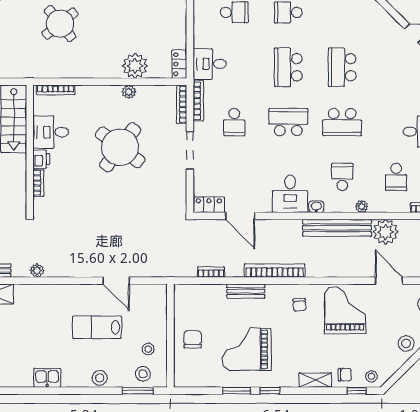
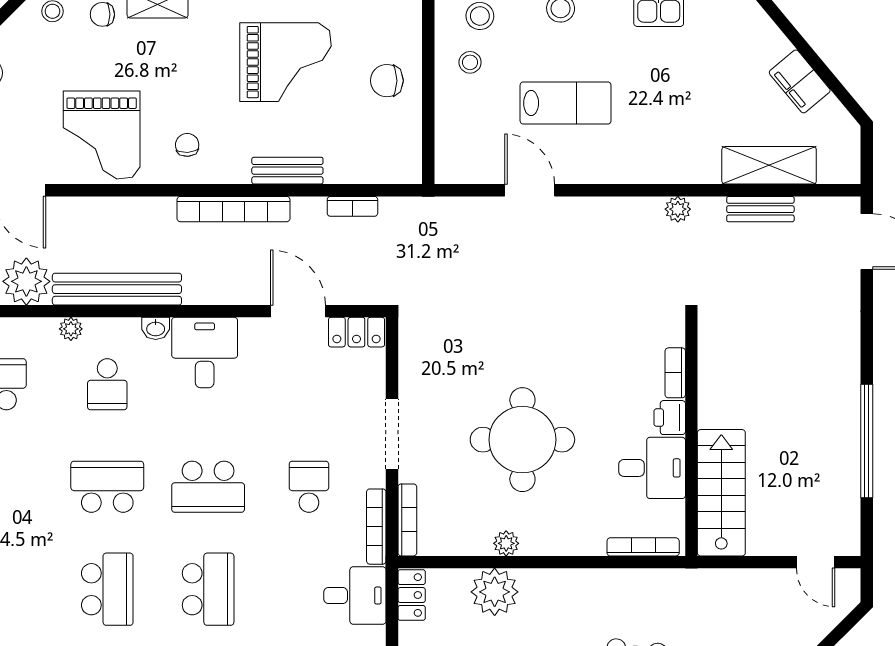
round table: (120, 147) -> (522, 440), turned -37
chair: (193, 339) -> (387, 81), turned 90

